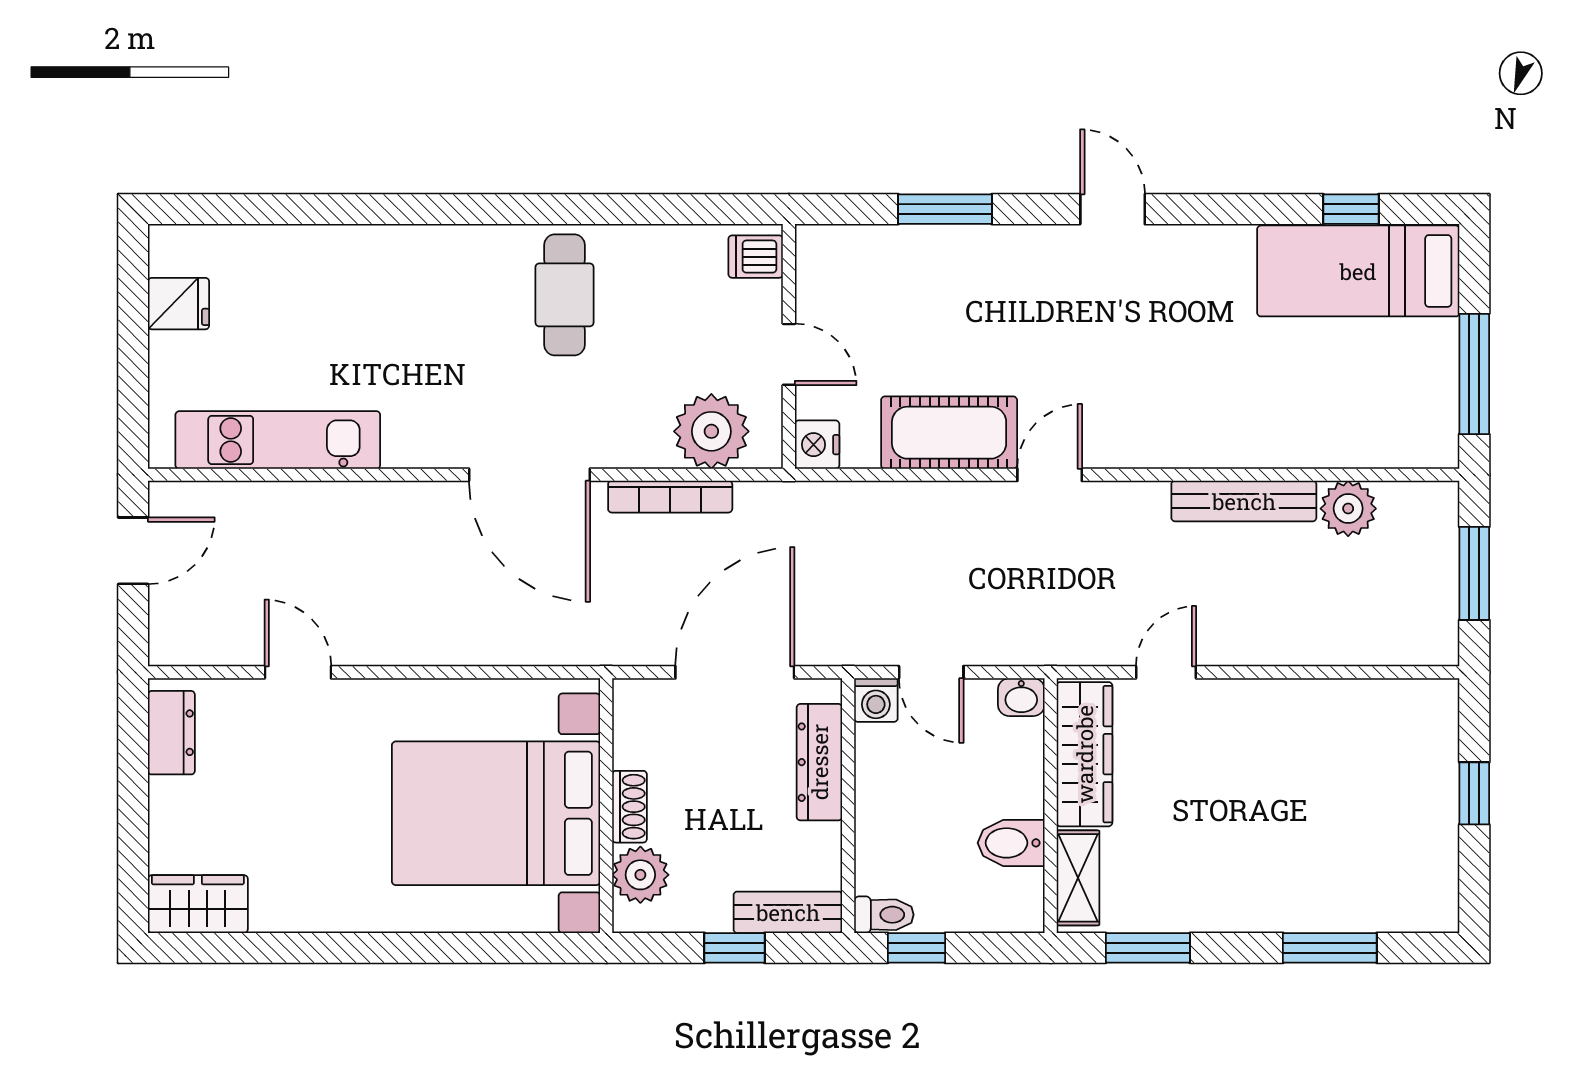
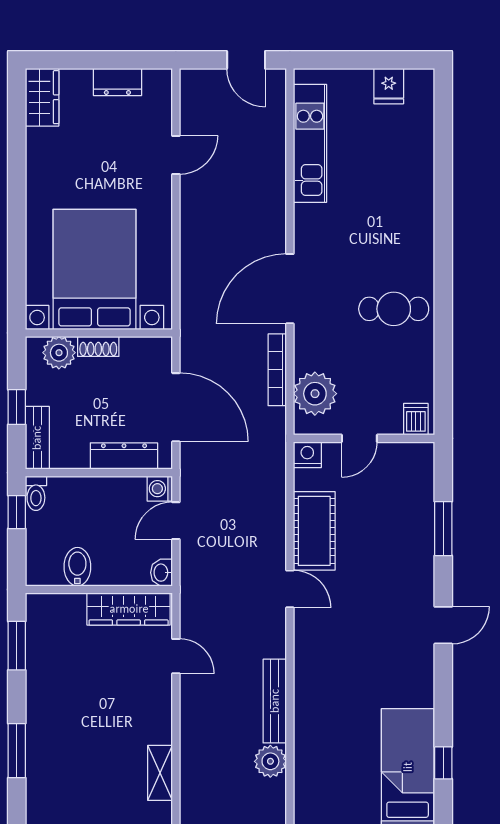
dresser: (171, 733) -> (117, 82), moved
shelving: (1078, 878) -> (160, 773), moved, turned 90

